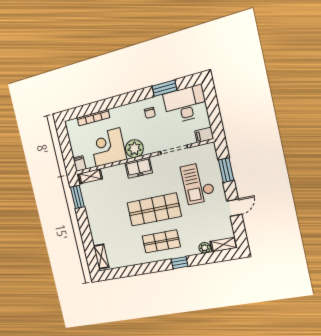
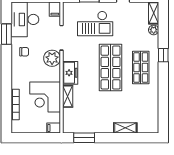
plant: (134, 149) -> (52, 58), moved
shelving: (90, 176) -> (68, 96), moved
shelving: (101, 257) -> (125, 128), moved

